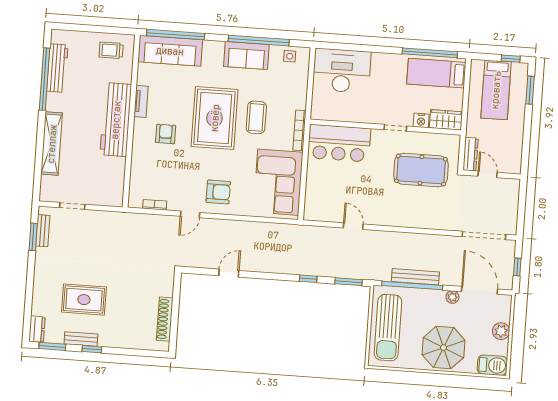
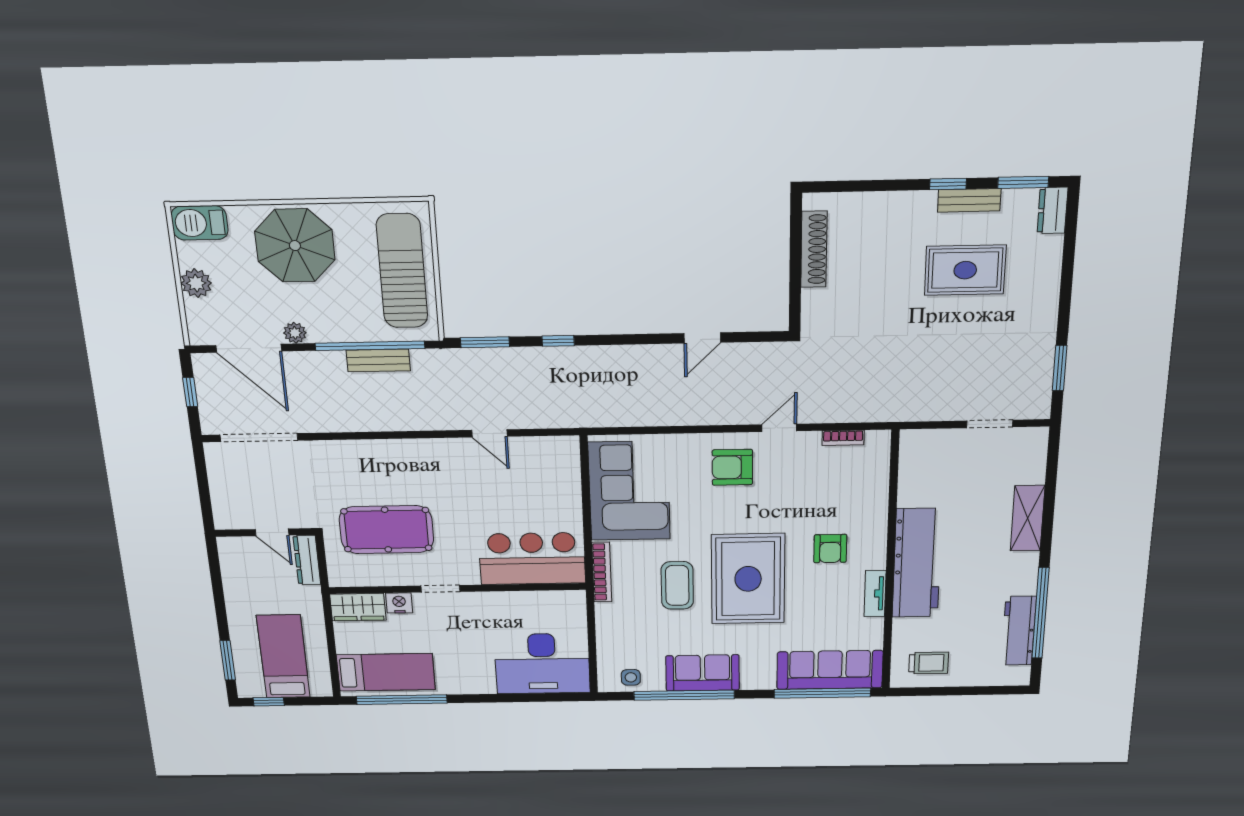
shelving: (52, 144) -> (1028, 518), width x0.68
bench: (43, 231) -> (1042, 379), removed
bench: (415, 277) -> (378, 360), width x0.73

